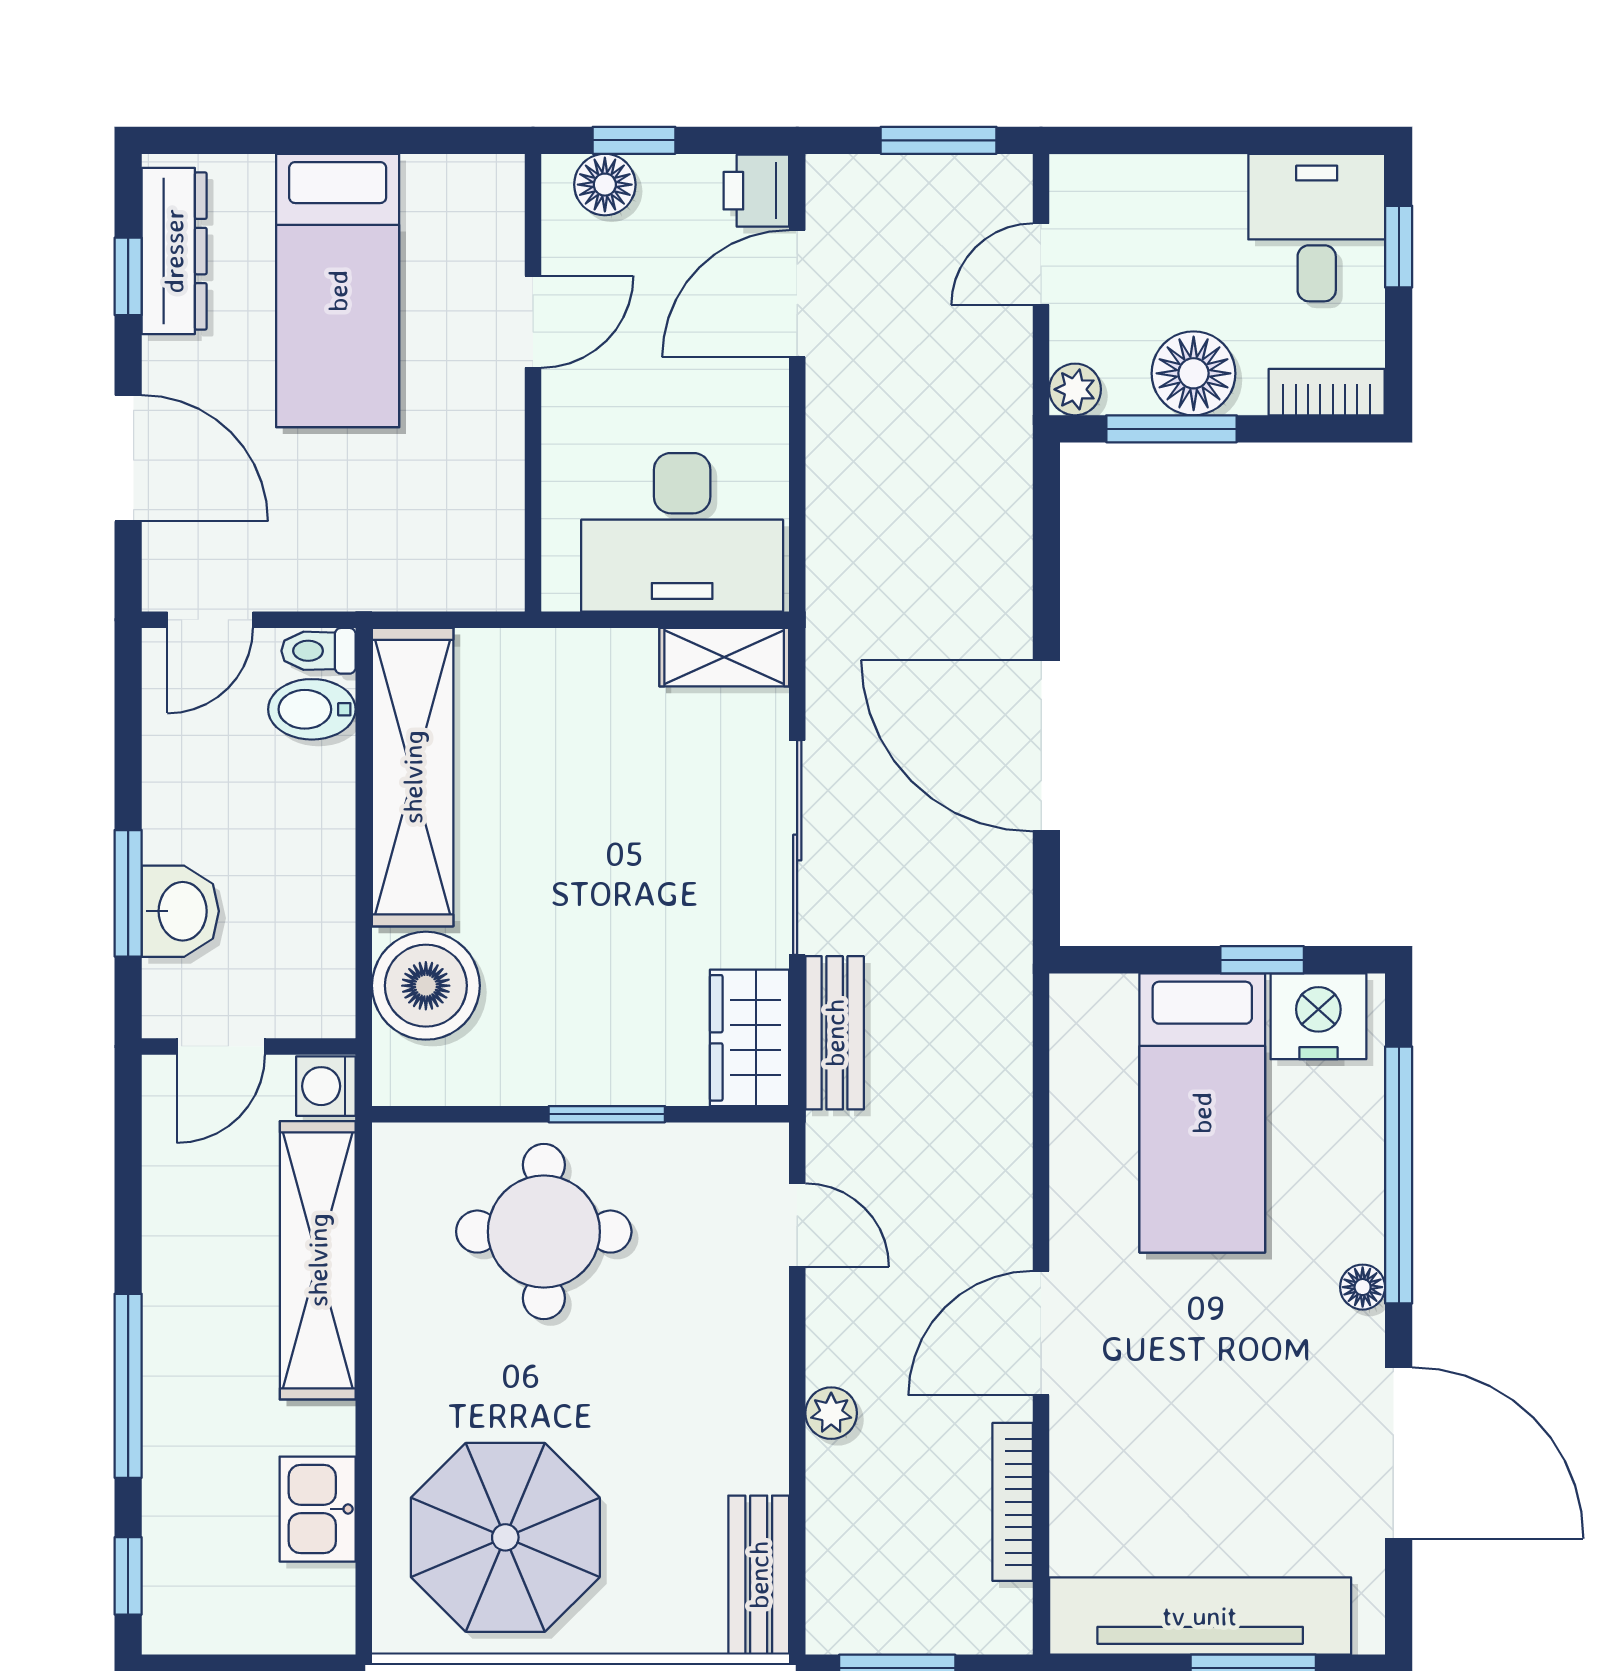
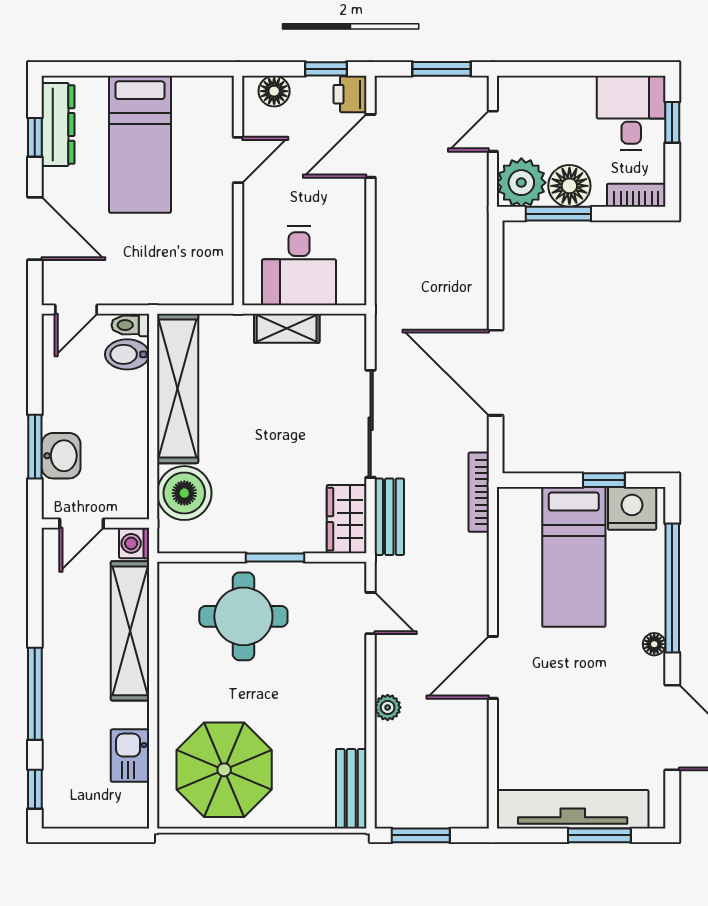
window: (634, 140) -> (326, 69), moved
plant: (1075, 389) -> (521, 183), width x1.87, depth x1.87
desk: (682, 532) -> (299, 266), width x0.73
shelving: (724, 657) -> (287, 328), moved
bookcase: (1013, 1502) -> (479, 492), moved

